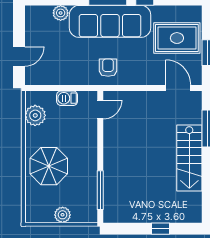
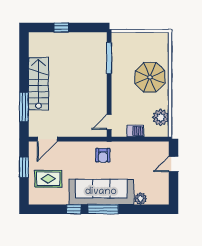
rug: (177, 38) -> (48, 179), width x0.73, depth x0.70
door: (178, 88) -> (47, 139), hinge flipped
plant: (63, 215) -> (139, 39), removed

